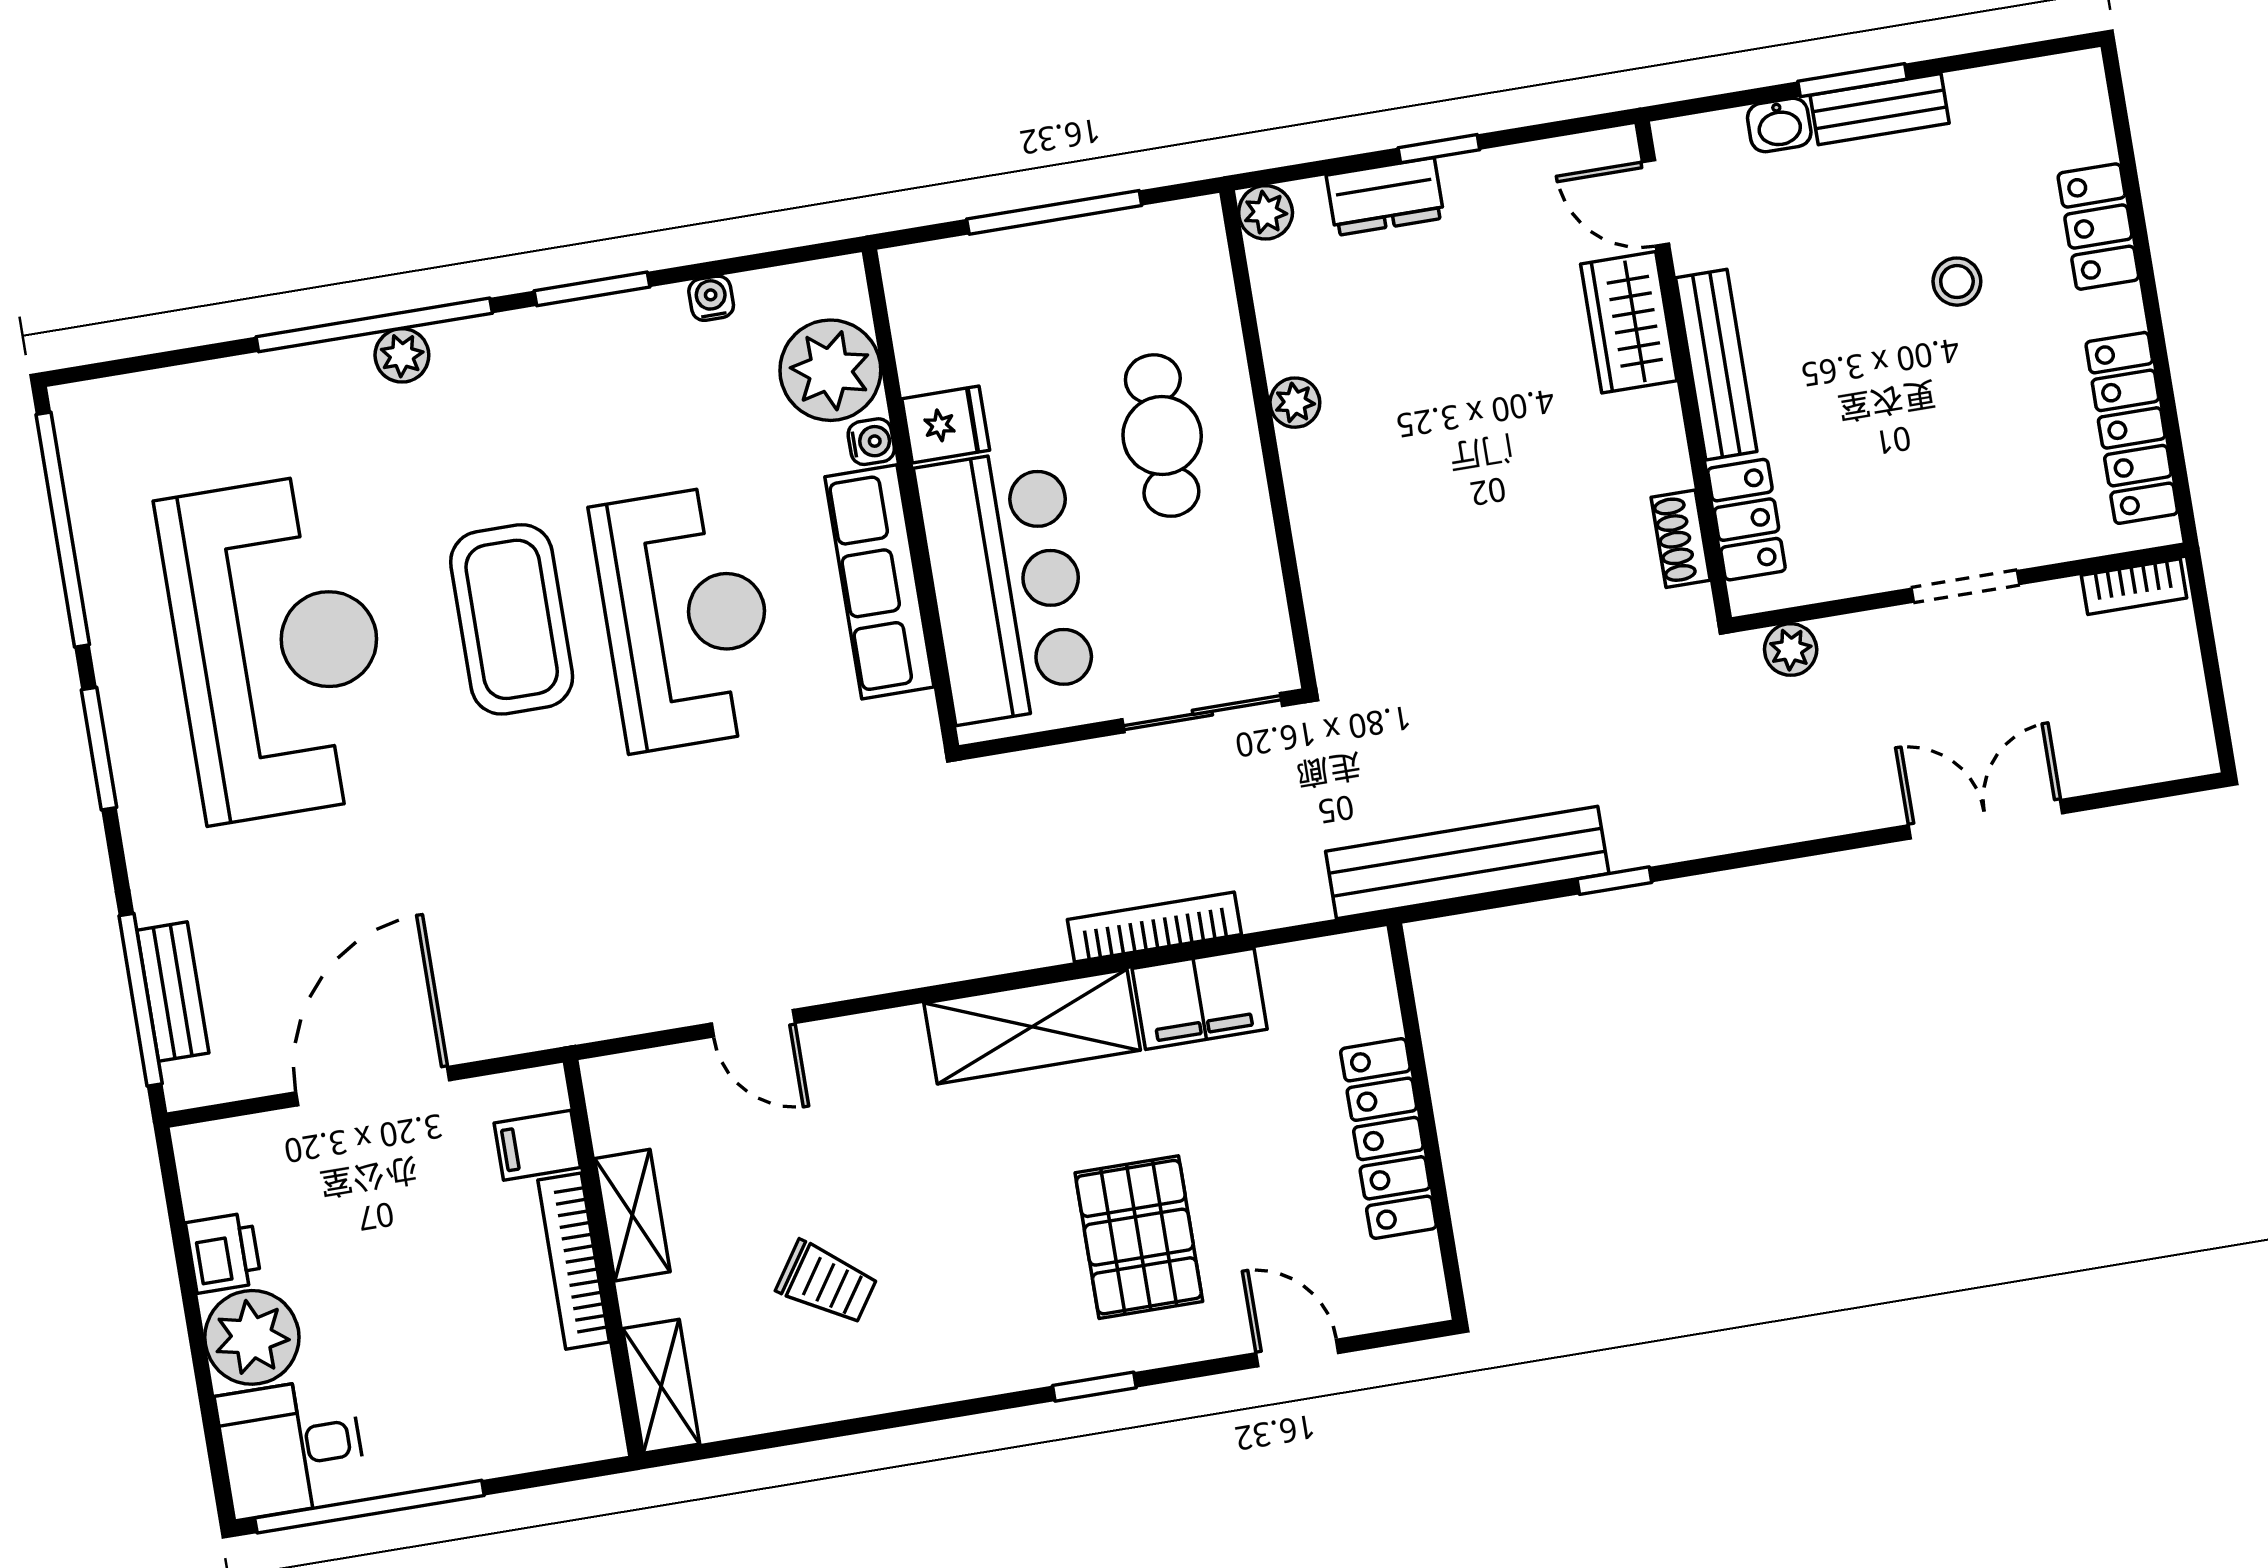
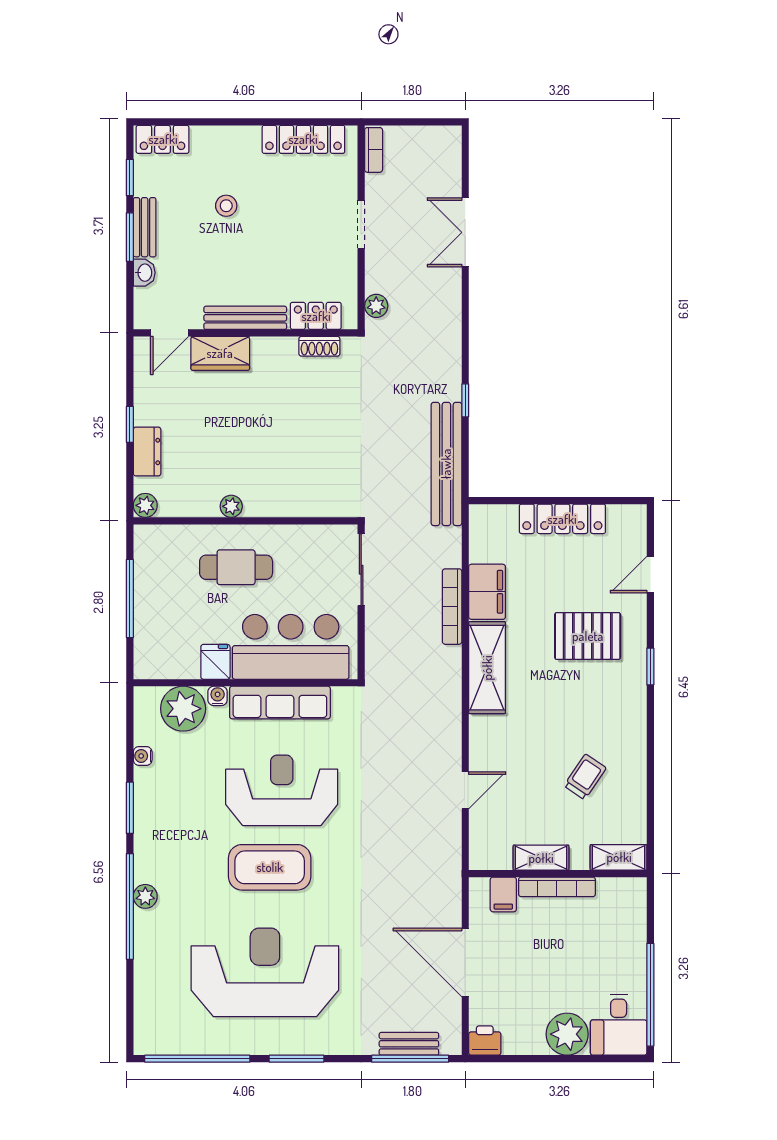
window: (1984, 58) -> (130, 177), added
locker: (2098, 227) -> (163, 139), moved
printer: (223, 1253) -> (485, 1041), moved

